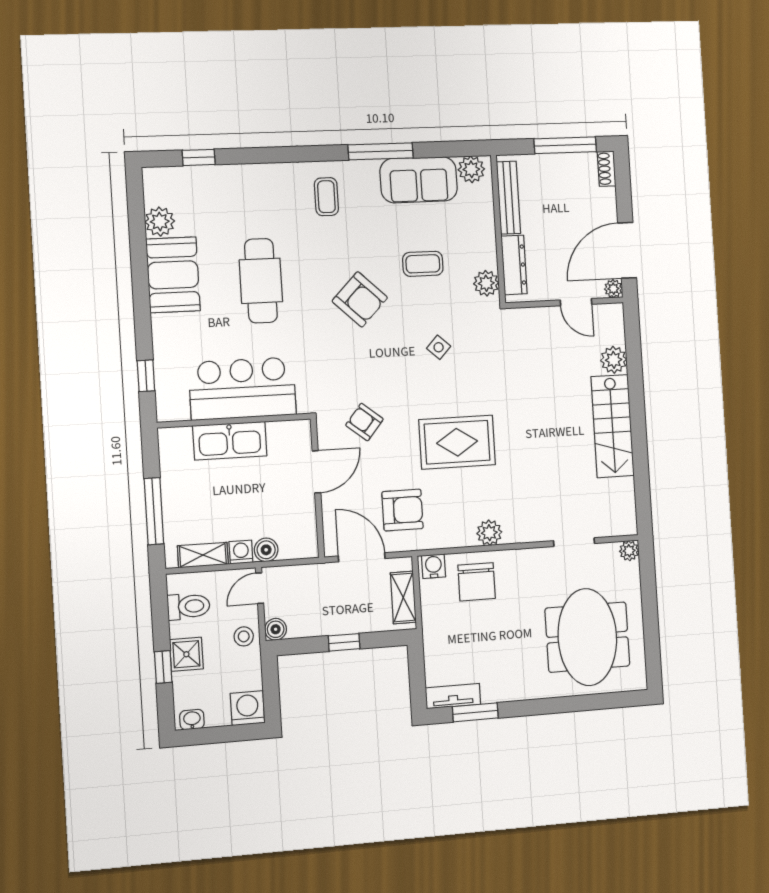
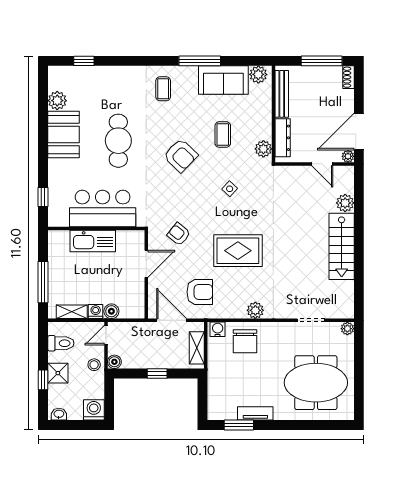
coffee table: (423, 264) -> (223, 134), turned 90
meeting table: (587, 637) -> (316, 383), turned 90
tv unit: (453, 696) -> (255, 413), moved

